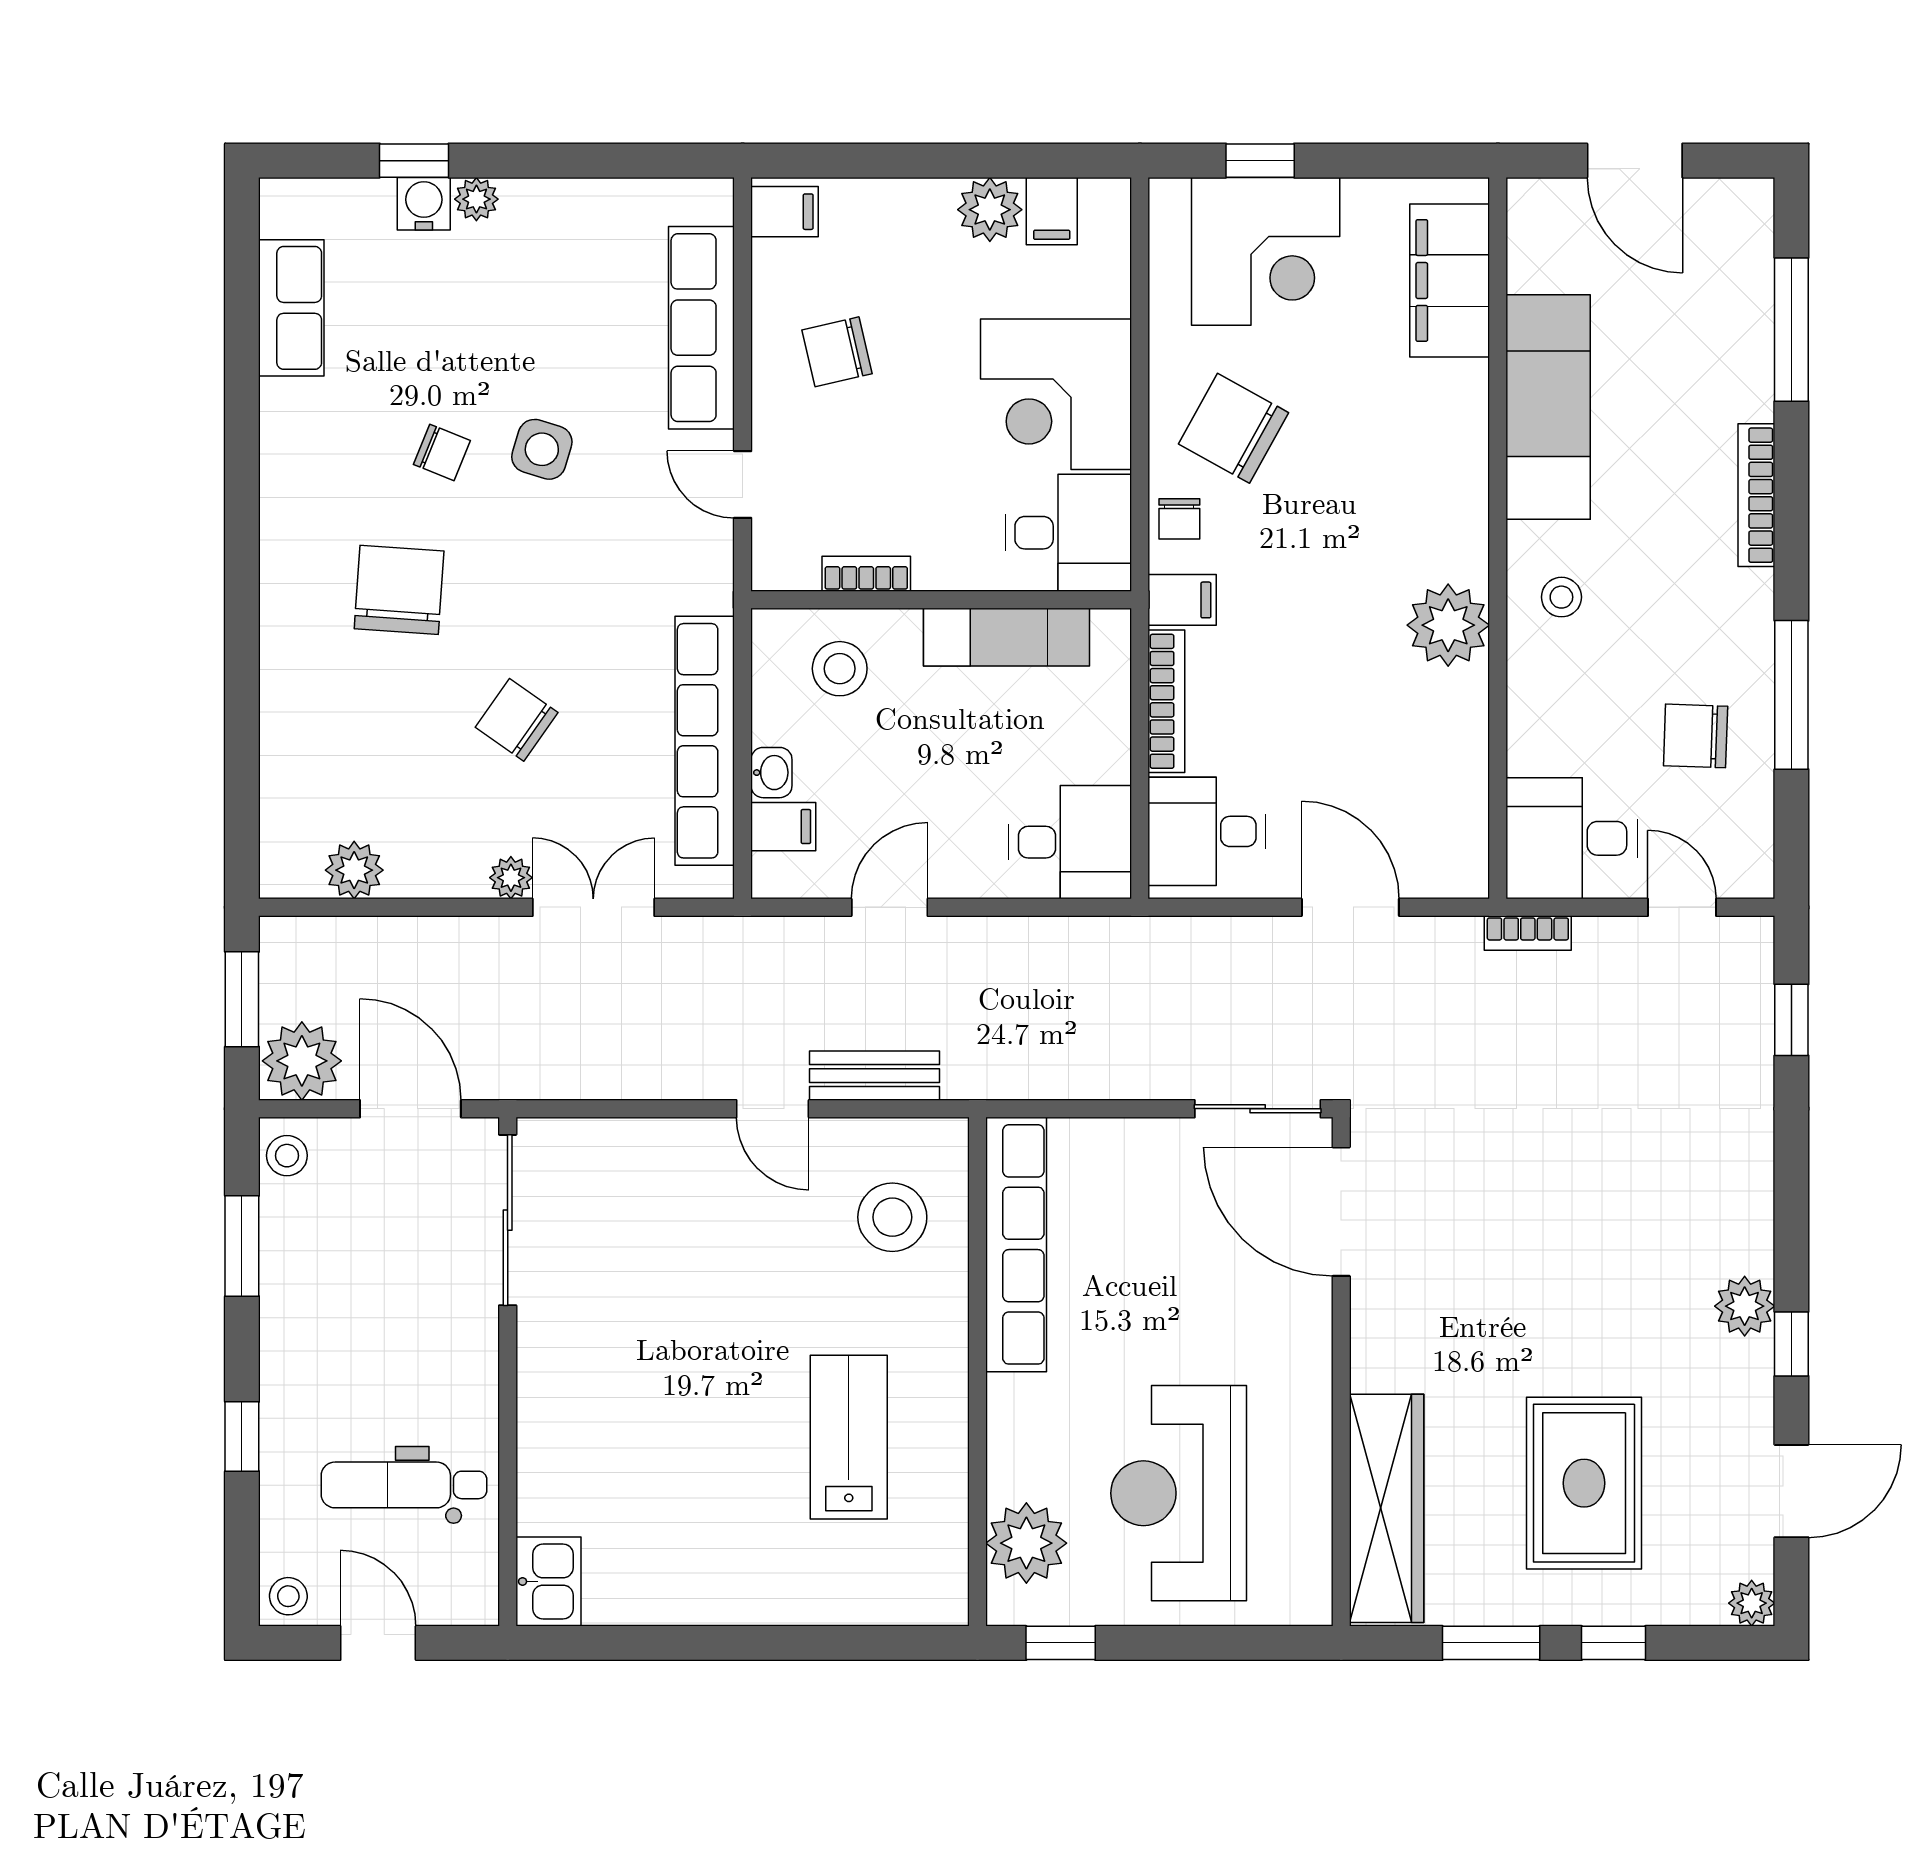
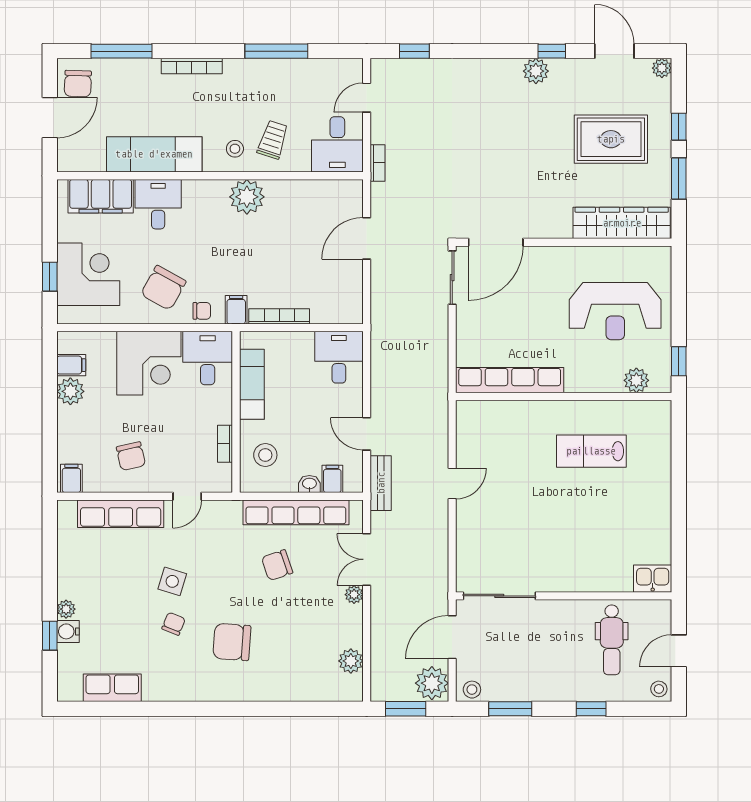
trolley: (1583, 686) -> (273, 140), added
chair: (517, 720) -> (277, 565), moved, turned 36
chair: (1696, 736) -> (78, 84), moved
desk: (1207, 831) -> (158, 204), moved, turned 180
bench: (874, 1076) -> (381, 483), moved
stool: (892, 1217) -> (498, 433), removed
plant: (1026, 1543) -> (636, 380), width x0.73, depth x0.73

